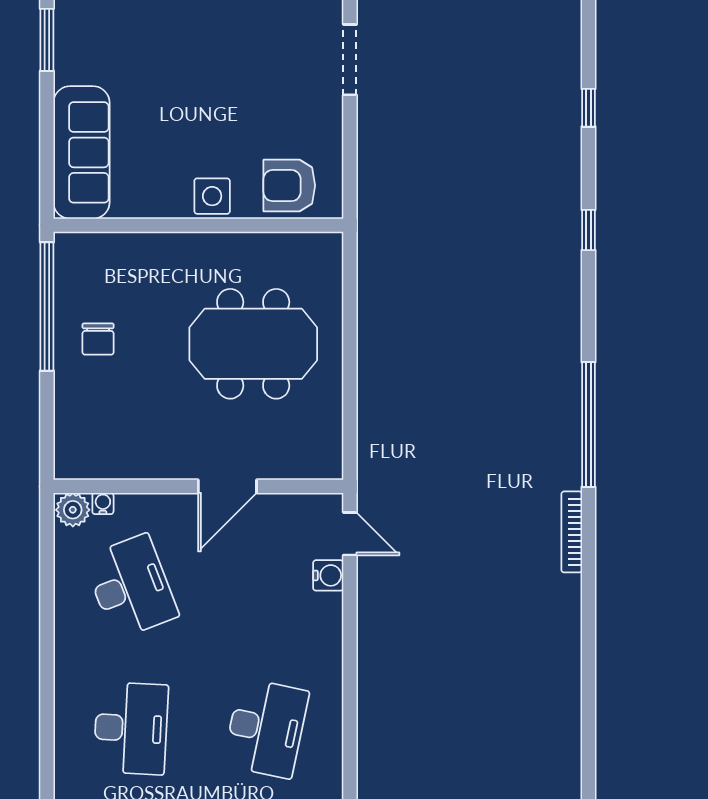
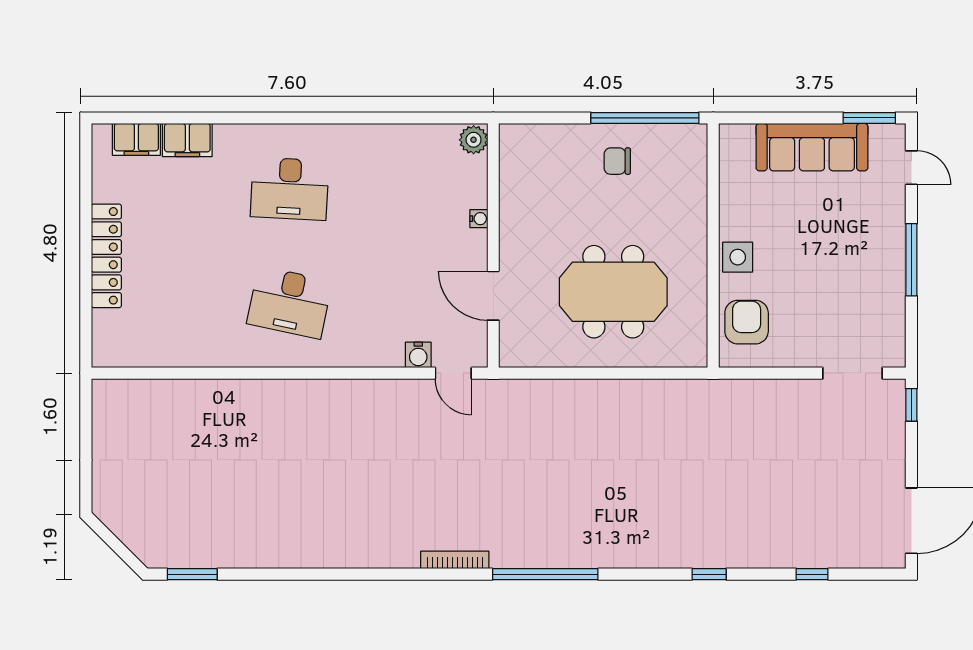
sofa: (82, 152) -> (812, 147), moved
meeting table: (253, 344) -> (613, 292), turned 90
door: (227, 486) -> (493, 296), moved
water cooler: (103, 503) -> (479, 219), moved
door: (350, 534) -> (453, 373), hinge flipped
desk: (131, 587) -> (409, 189), removed

